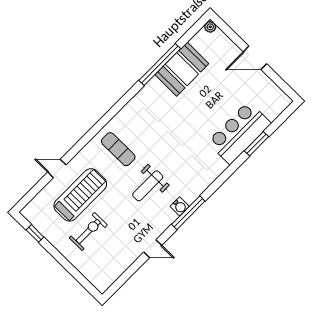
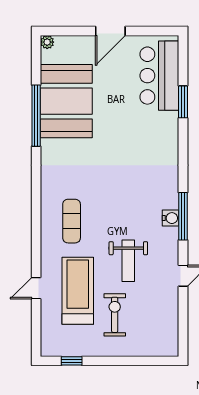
booth: (182, 69) -> (66, 101), width x1.36, depth x1.42
bar counter: (239, 133) -> (159, 76), moved
exercise mat: (118, 149) -> (72, 221), turned 90
weight bench: (148, 186) -> (128, 261), moved

